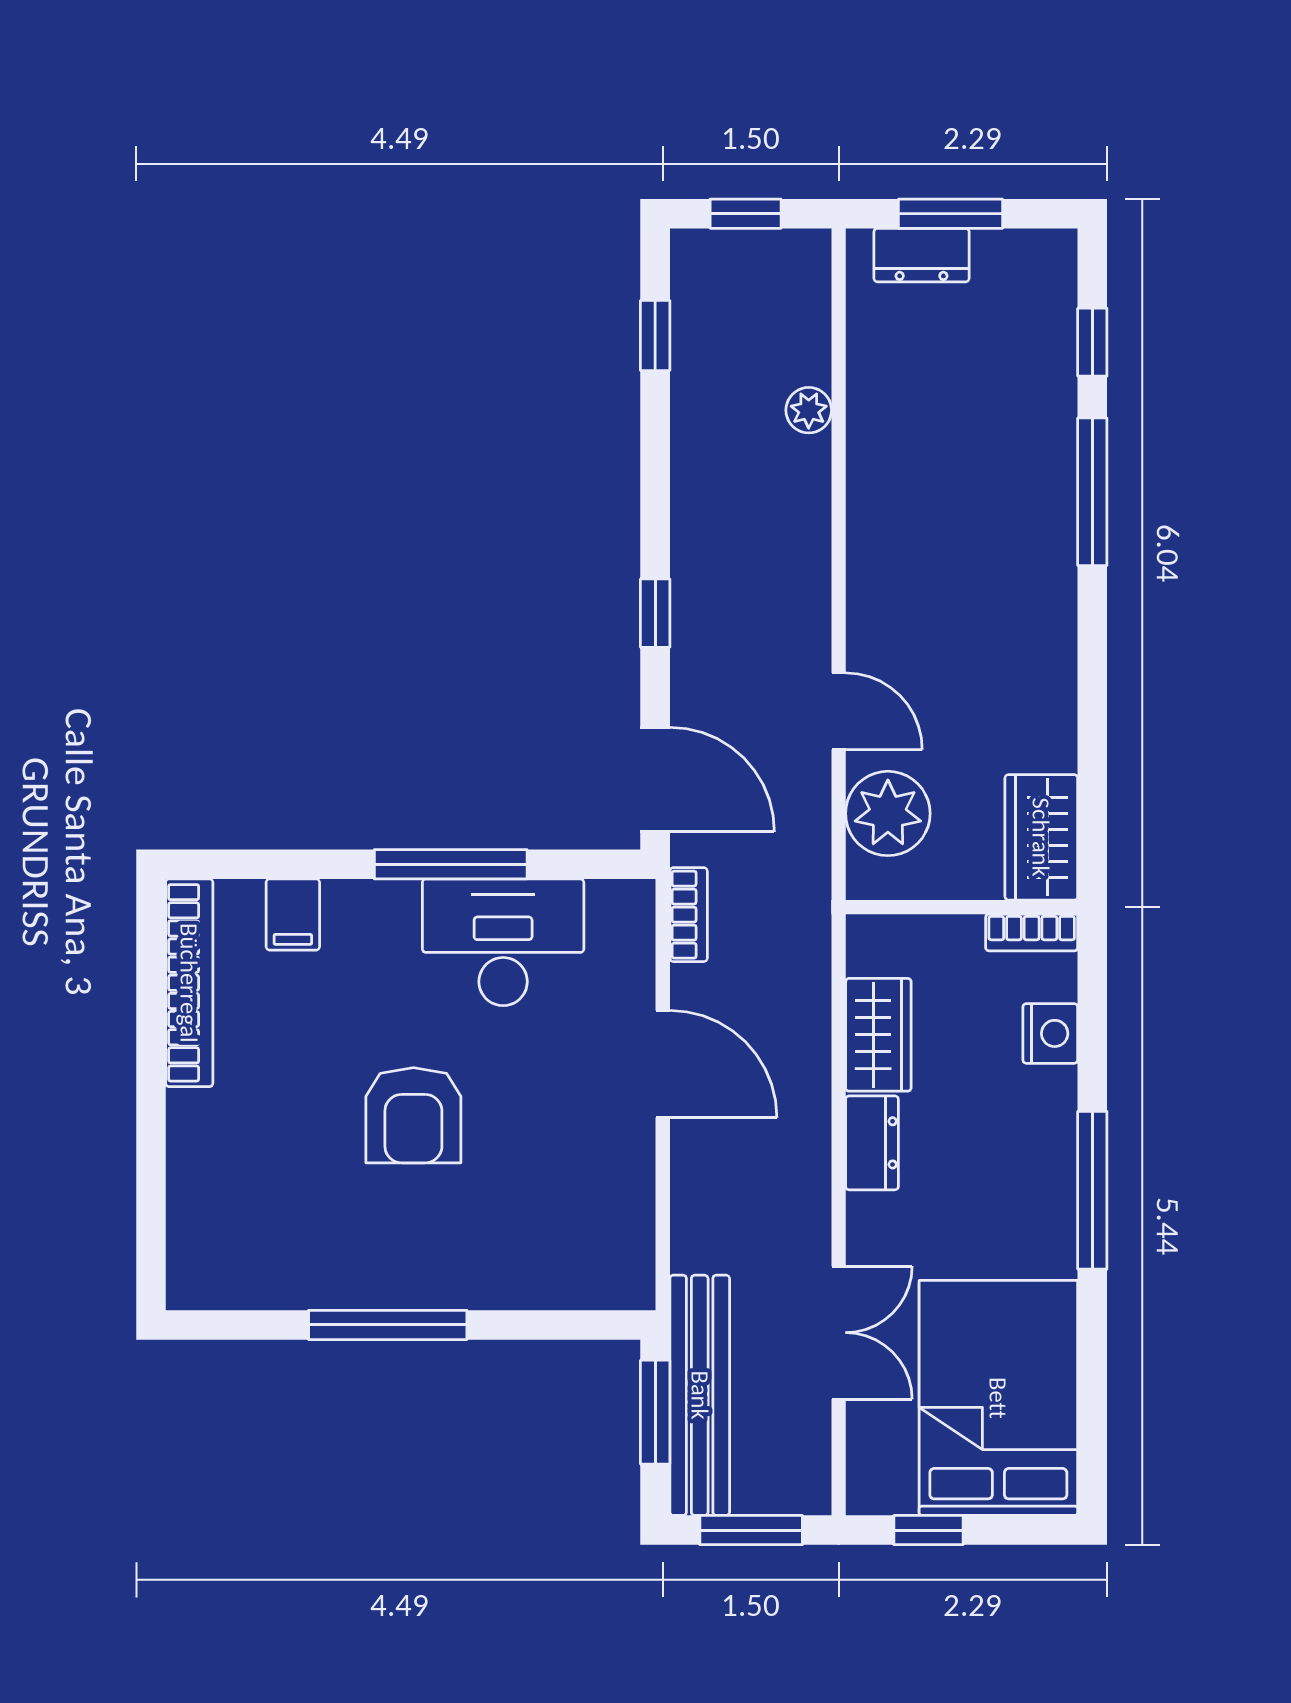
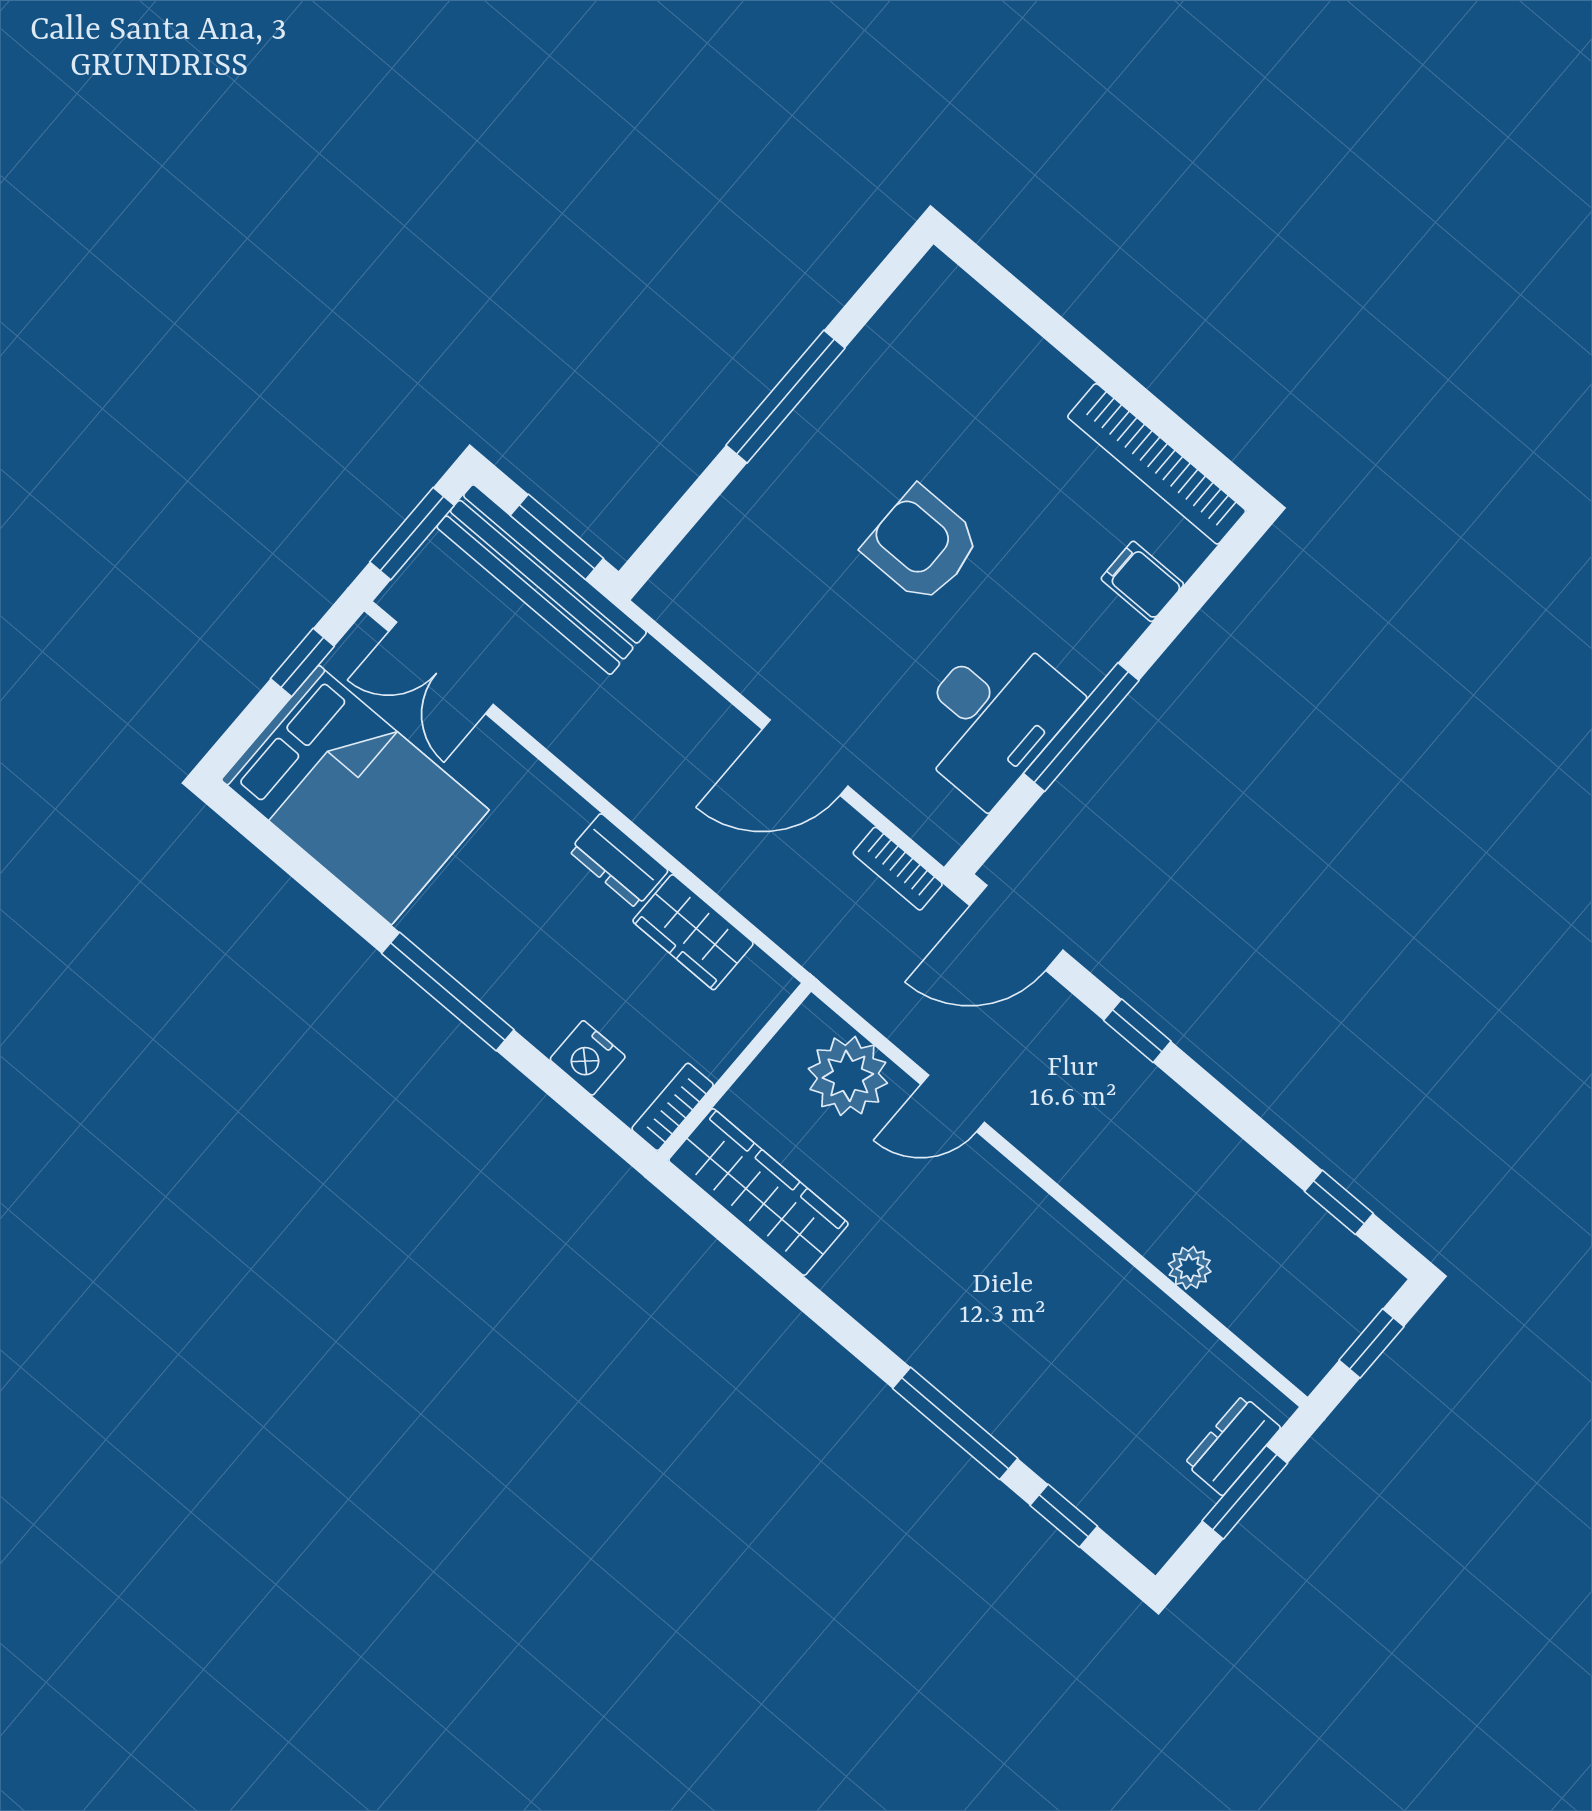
wardrobe: (1041, 837) -> (758, 1192), width x1.50
double door: (839, 1333) -> (441, 668), moved

